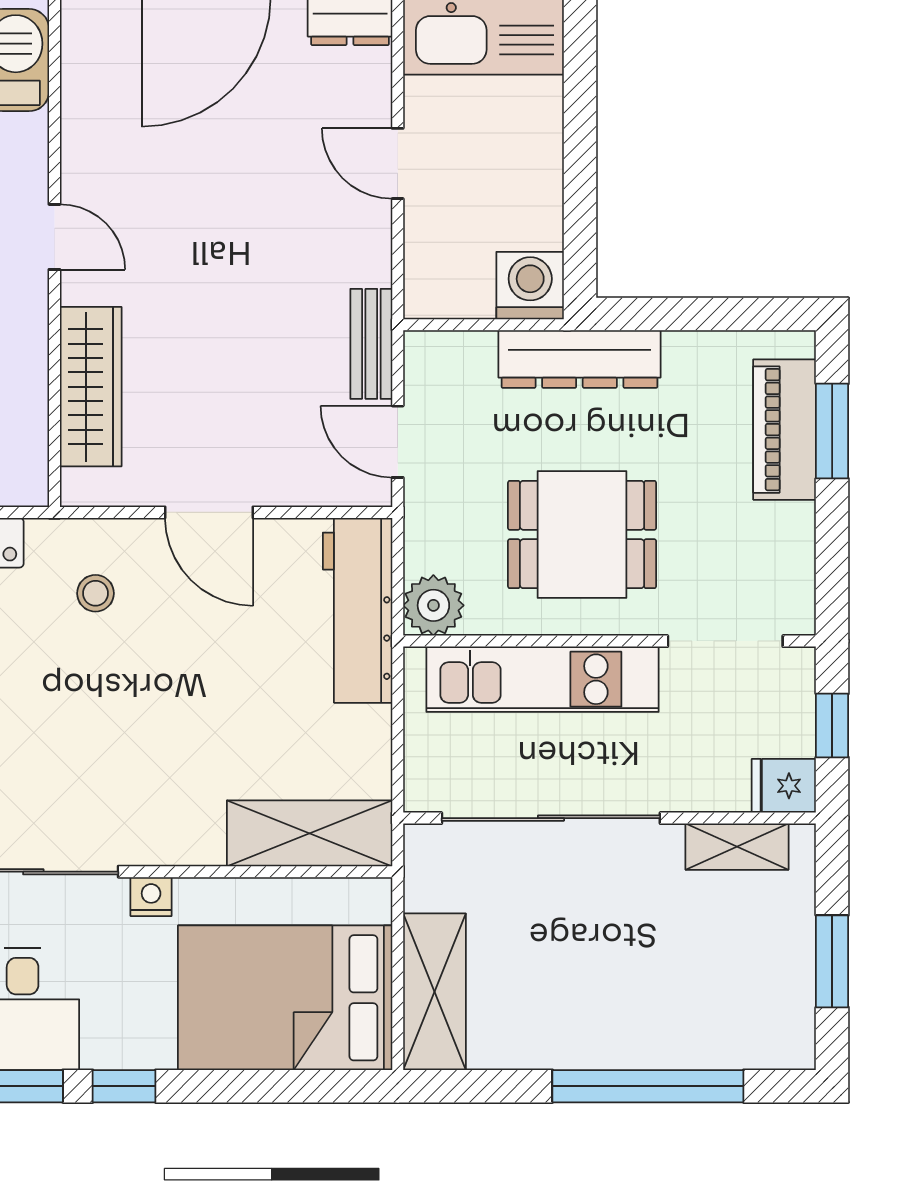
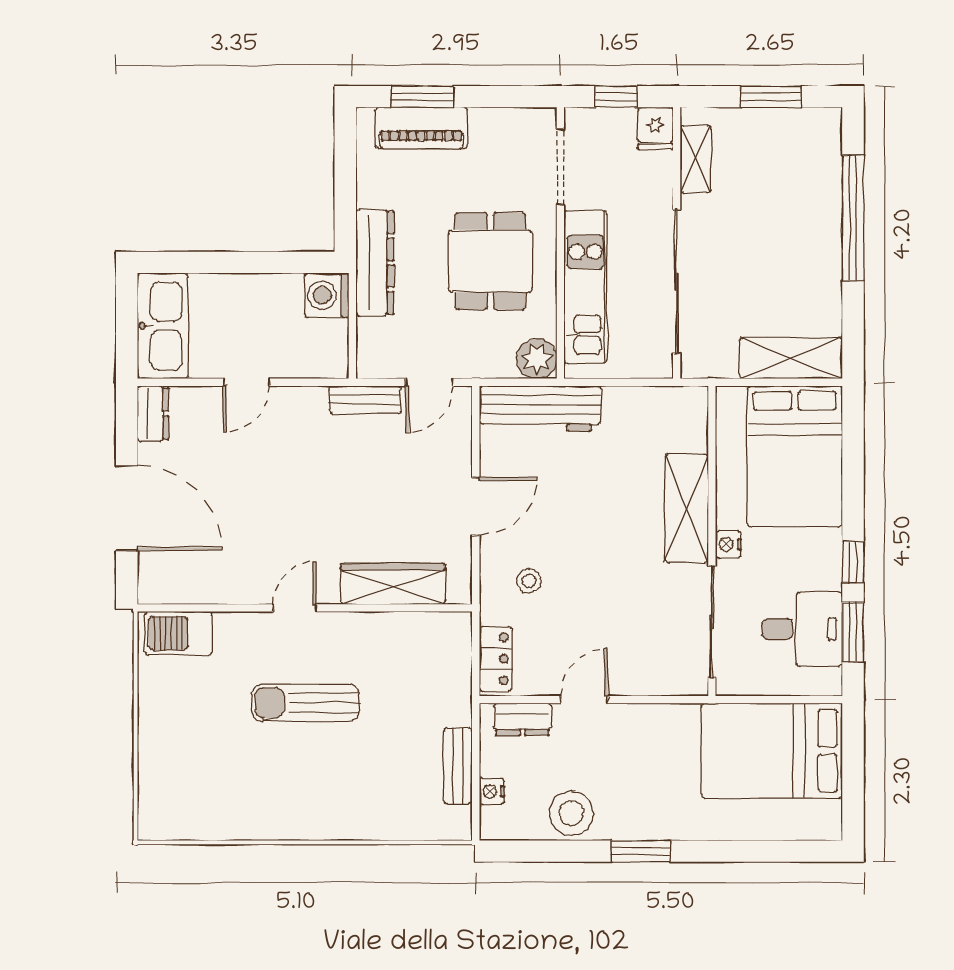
shelving: (309, 833) -> (687, 508), moved

